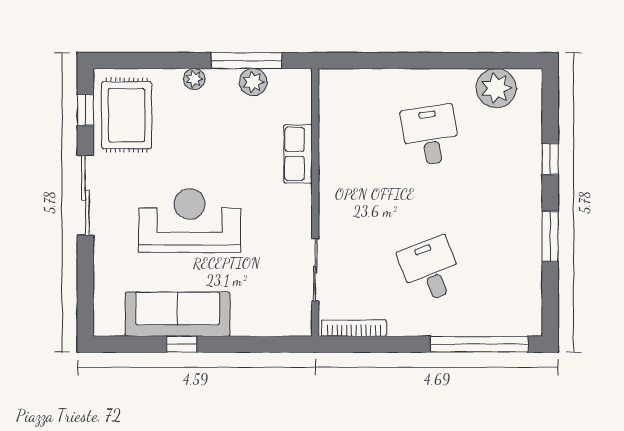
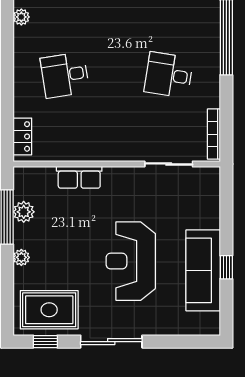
locker: (351, 80) -> (22, 136), added
plant: (496, 88) -> (21, 17), width x0.53, depth x0.53
desk: (430, 270) -> (169, 75), turned 30

